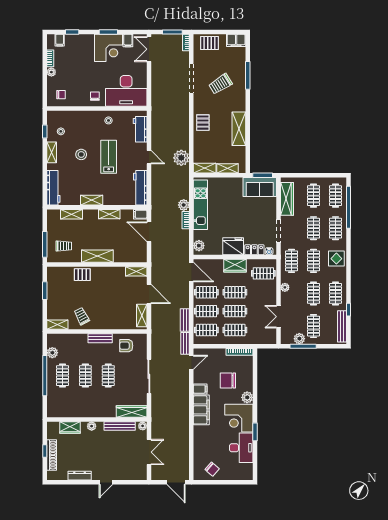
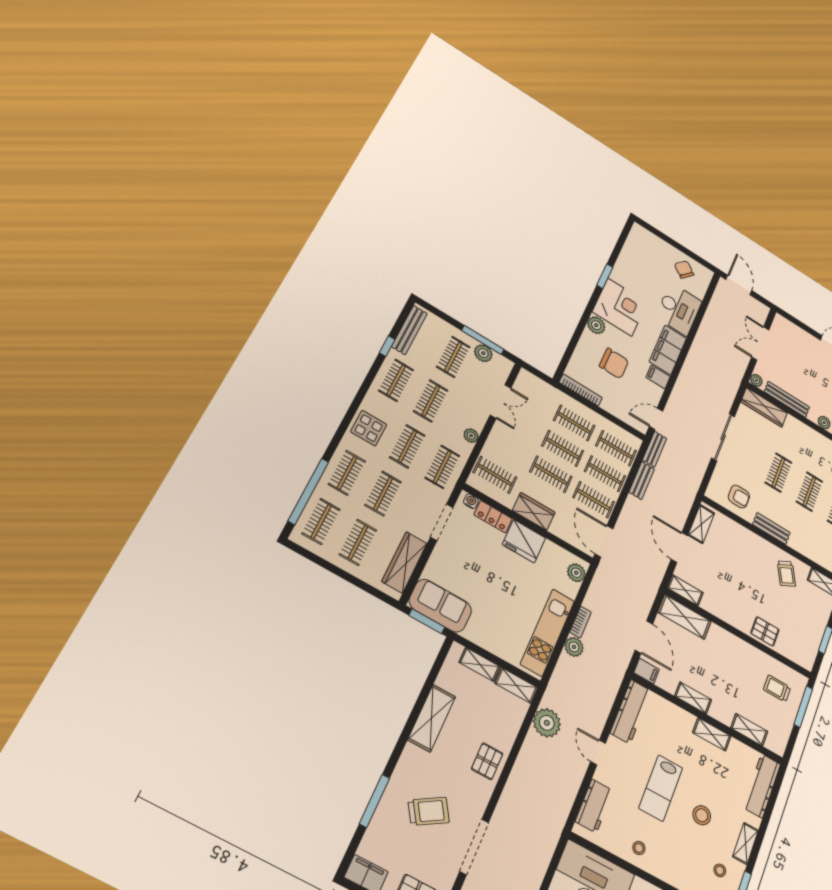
shelving: (97, 256) -> (684, 617), moved
desk: (241, 448) -> (679, 309), moved, turned 180

